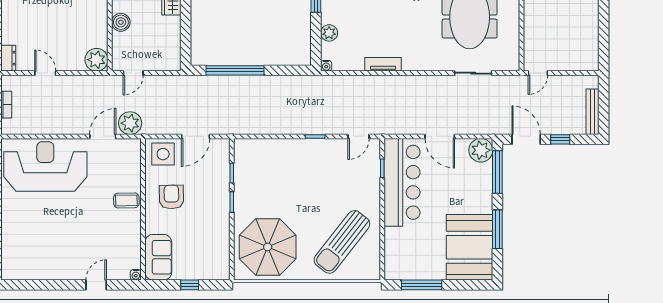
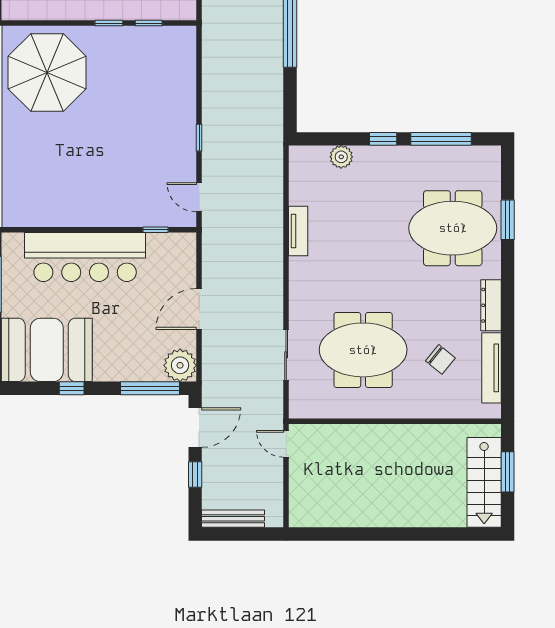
water cooler: (326, 66) -> (296, 153), removed
bar counter: (402, 182) -> (85, 257), moved
window: (497, 229) -> (72, 388), width x0.46
sun lounger: (342, 242) -> (54, 175), removed

